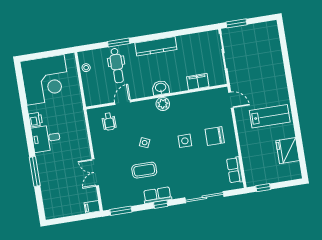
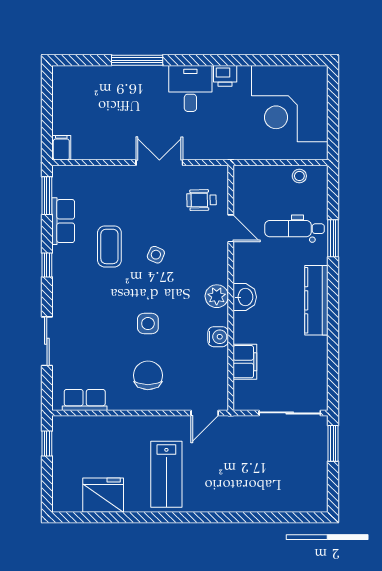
water cooler: (186, 99) -> (218, 337), added
double door: (95, 172) -> (159, 163), moved
row of seats: (157, 195) -> (63, 221), moved
sliding door: (204, 197) -> (47, 341), width x0.73

